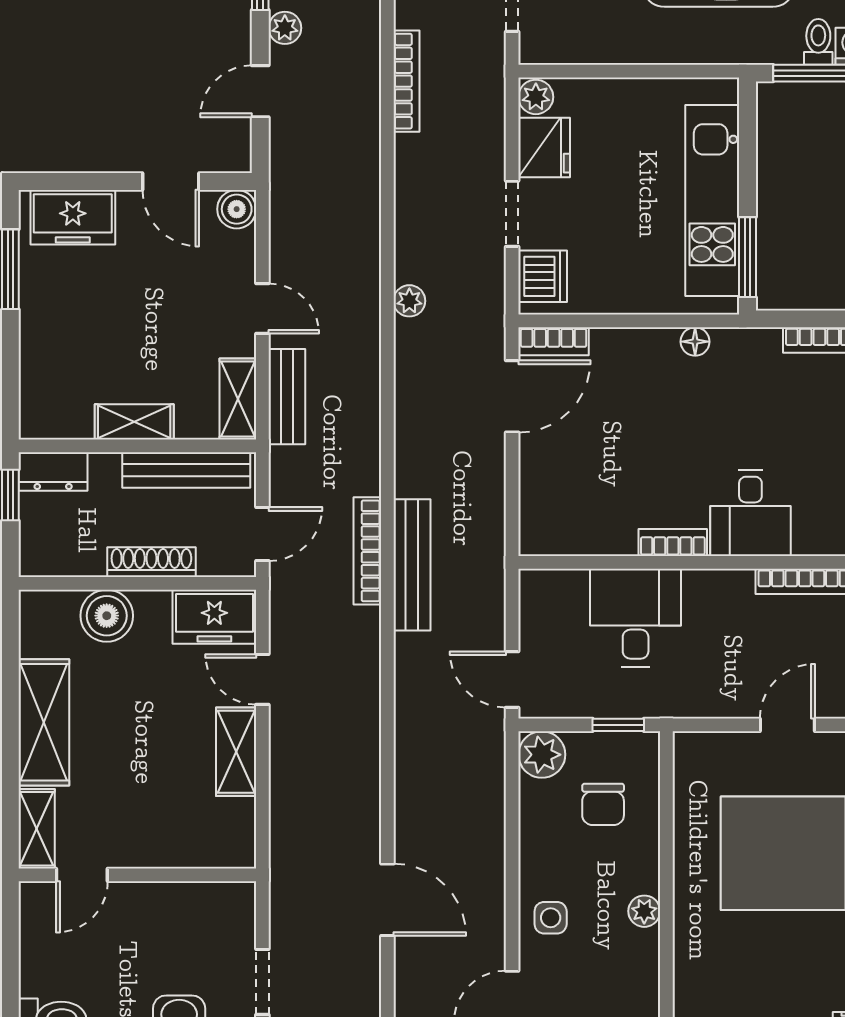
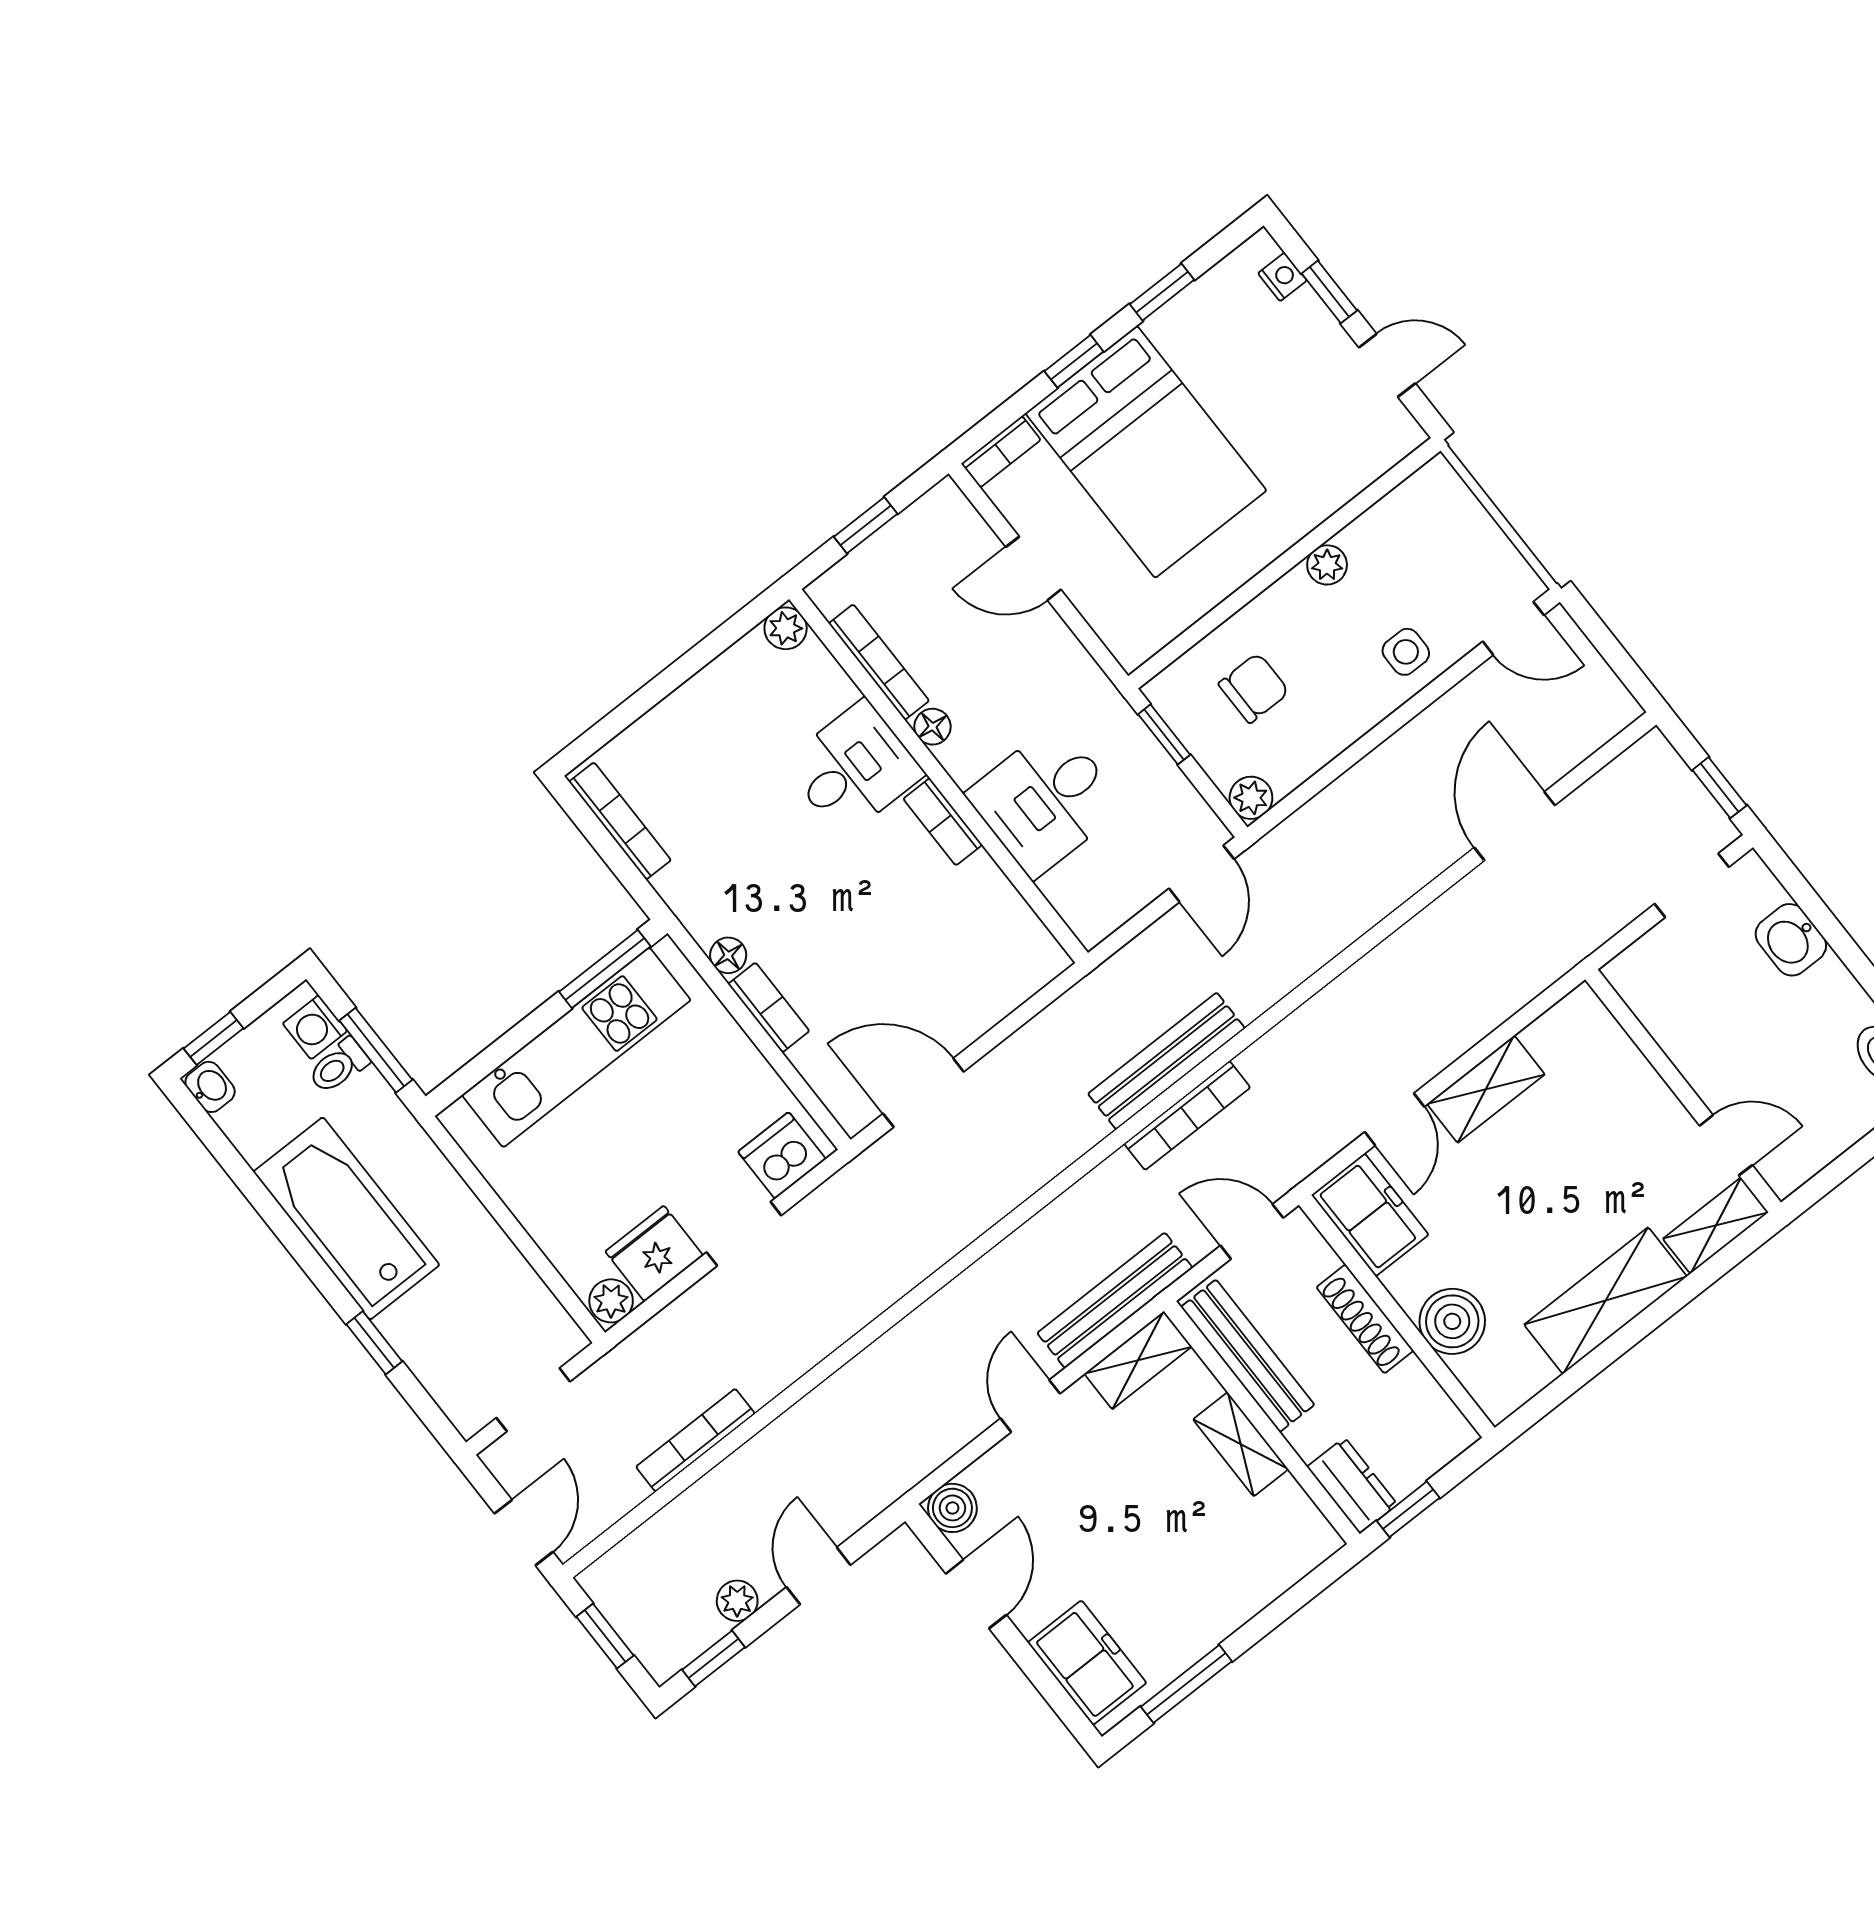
door: (260, 91) -> (818, 1576), swing flipped
plant: (409, 301) -> (909, 1267), removed
bookcase: (554, 341) -> (769, 1007), moved
bench: (287, 397) -> (1115, 1300), width x1.36
floor lamp: (738, 583) -> (933, 727), added
plant: (542, 755) -> (1251, 798), width x0.73, depth x0.73

